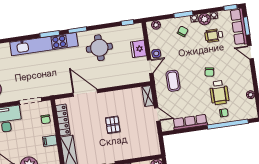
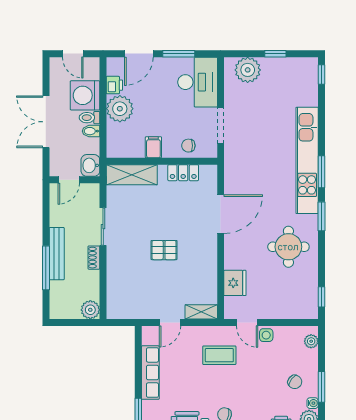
fridge: (138, 49) -> (235, 283), moved, turned 90
locker: (63, 120) -> (183, 173), width x0.66

